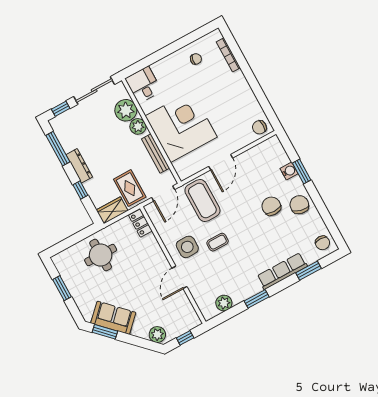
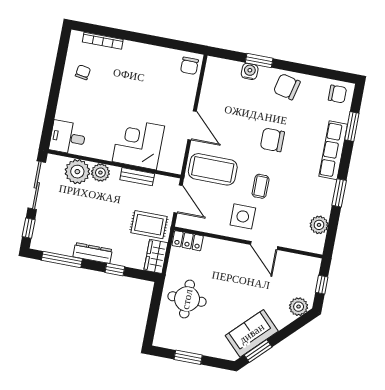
corner desk: (181, 126) -> (138, 144), width x0.74, depth x0.74
bench: (156, 154) -> (137, 177), width x0.73
chair: (271, 206) -> (272, 140), moved

